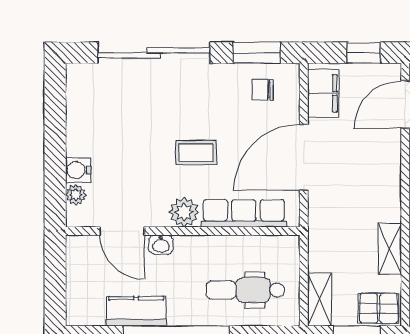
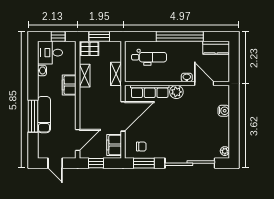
coffee table: (196, 153) -> (171, 119), removed
plant: (76, 195) -> (225, 151), moved
shelving: (320, 300) -> (116, 74), moved
kitchen counter: (136, 311) -> (216, 48), moved

